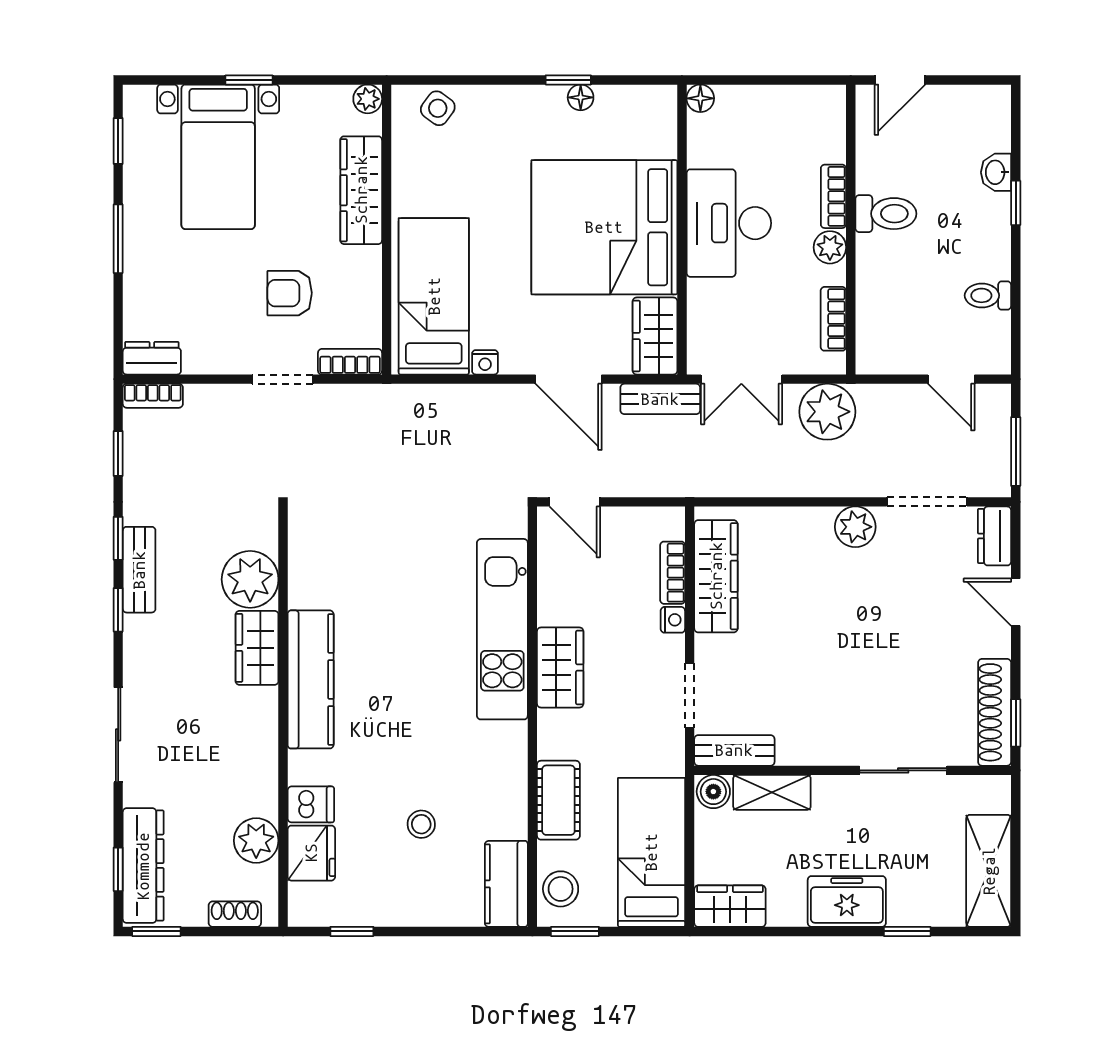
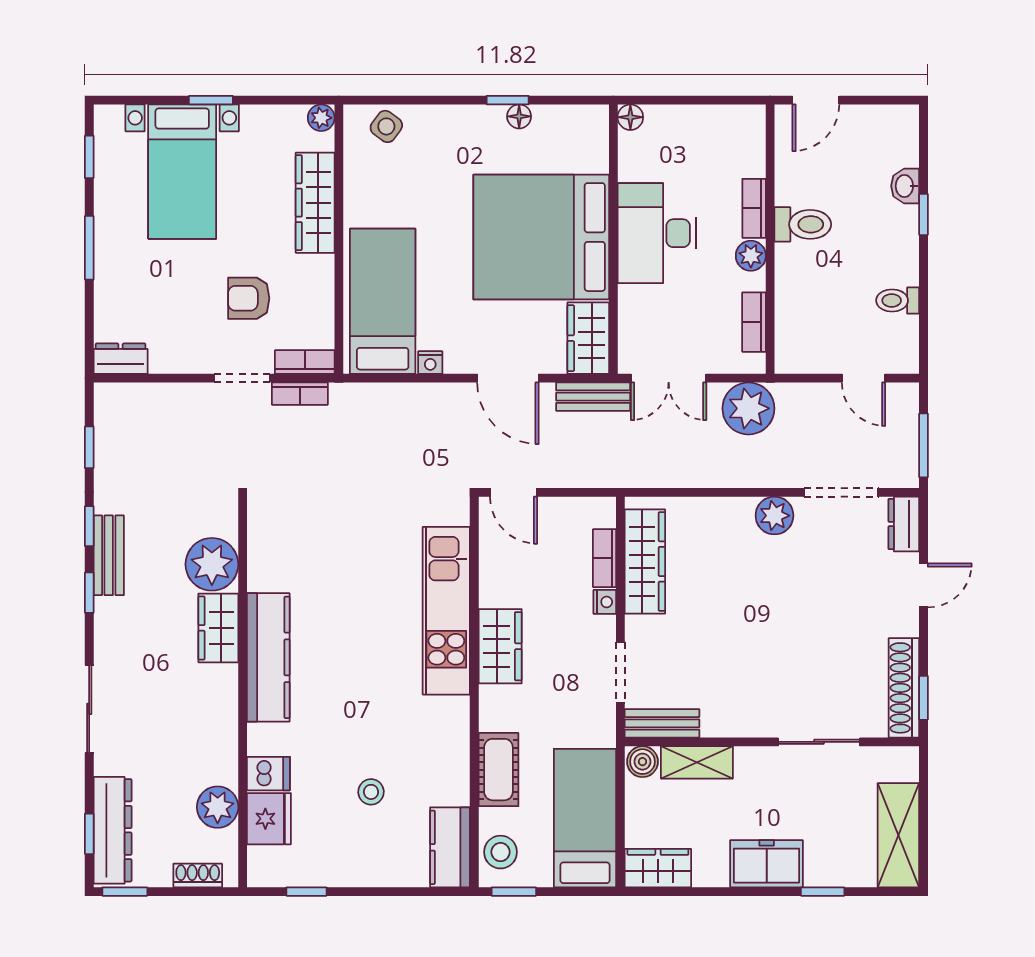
bookcase: (153, 396) -> (300, 394), moved
door: (1016, 602) -> (923, 585), swing flipped

